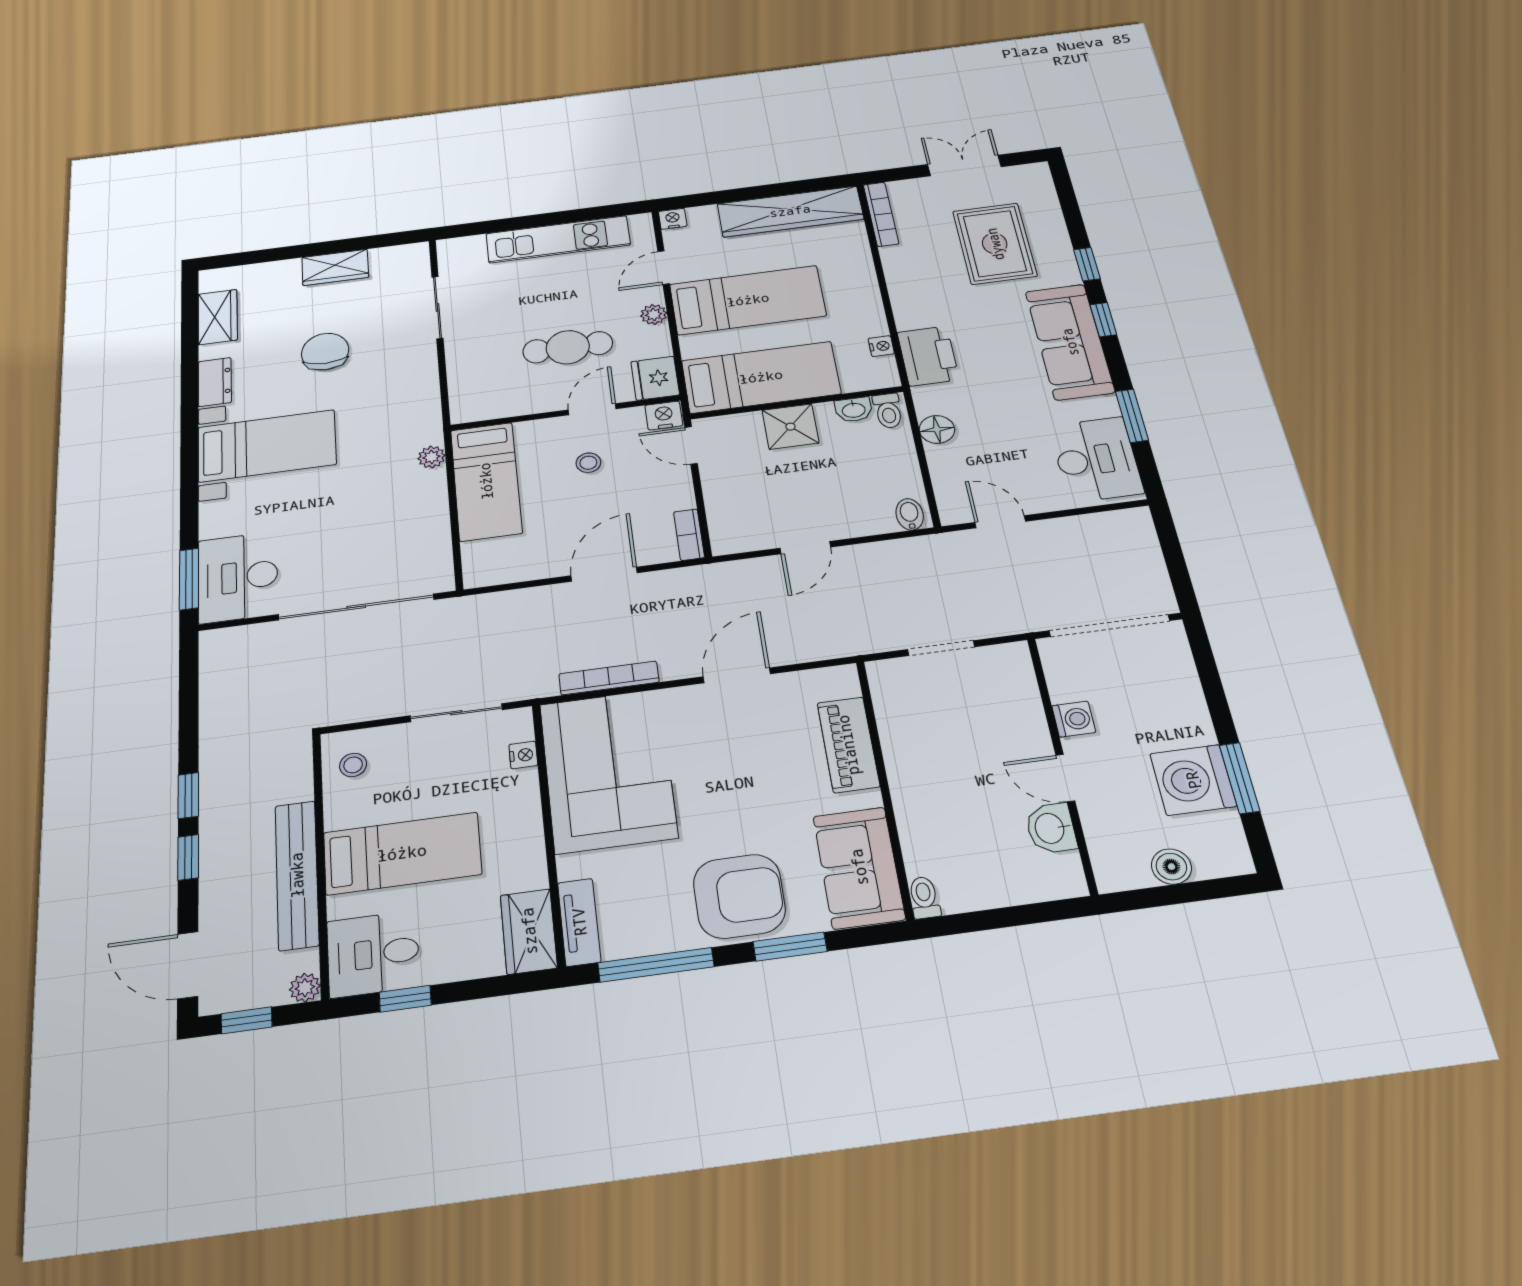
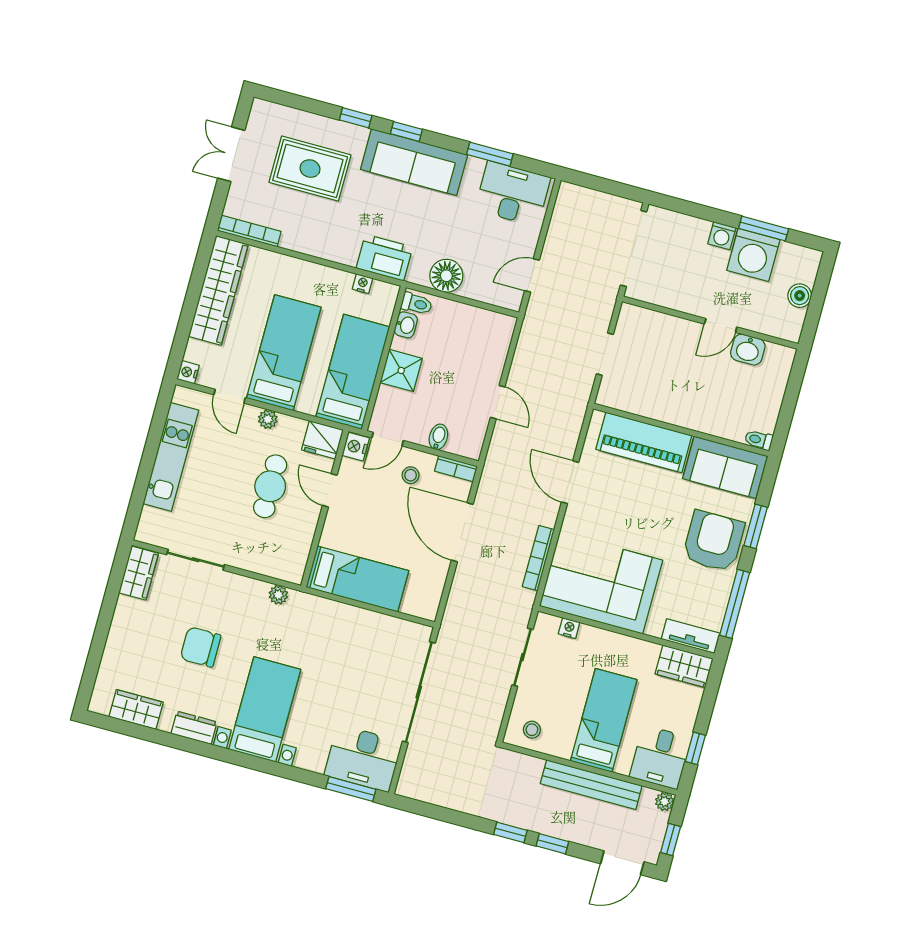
wardrobe: (335, 267) -> (139, 573), moved
floor lamp: (937, 429) -> (446, 276), width x1.38, depth x1.38
plant: (432, 457) -> (278, 595), moved
stool: (588, 463) -> (411, 475), moved
bidet: (910, 514) -> (438, 437), moved, turned 90
door: (604, 574) -> (462, 532), width x1.36
washing machine: (1074, 719) -> (722, 236), moved, turned 180
piano: (848, 745) -> (644, 442), width x1.37, depth x1.33

